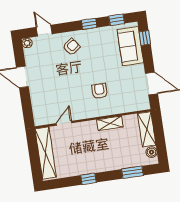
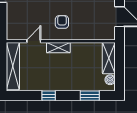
armchair: (100, 91) -> (62, 22), moved
shelving: (110, 123) -> (58, 48), moved

